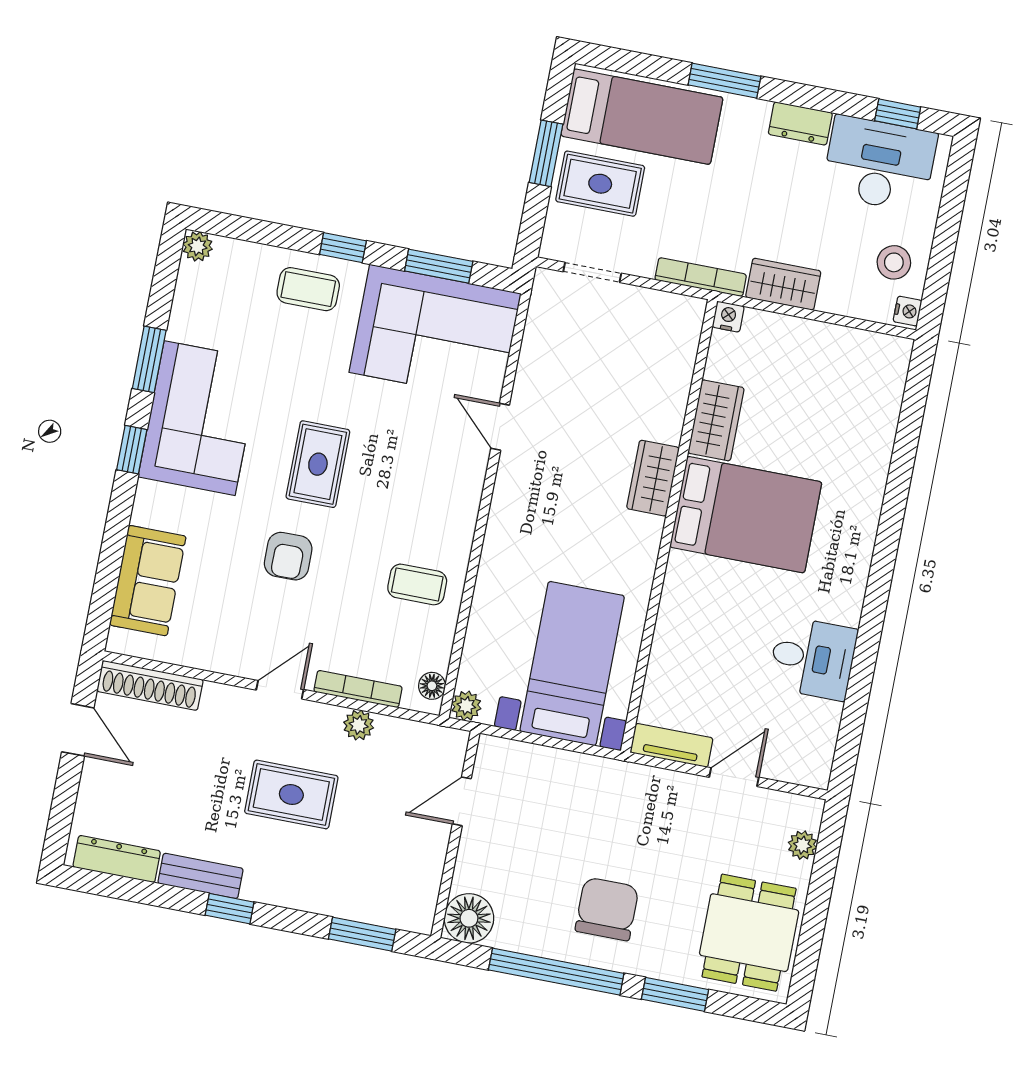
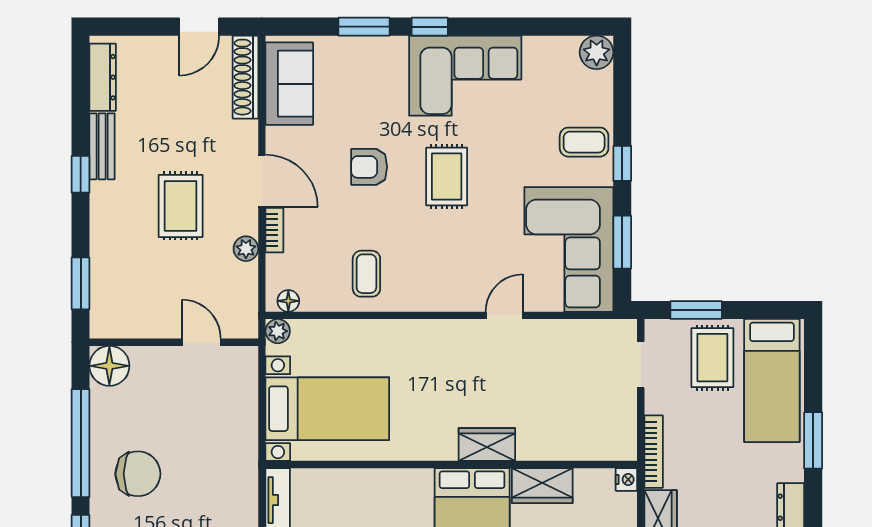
window: (546, 153) -> (696, 310), moved
plant: (198, 246) -> (597, 52), width x1.38, depth x1.38
coffee table: (308, 289) -> (584, 142), turned 90
window: (149, 359) -> (364, 27), moved
rug: (318, 464) -> (447, 177), turned 90
sofa: (148, 581) -> (289, 84), moved, turned -90
bookcase: (358, 689) -> (274, 230), width x0.64
door: (280, 690) -> (262, 181), width x1.38

